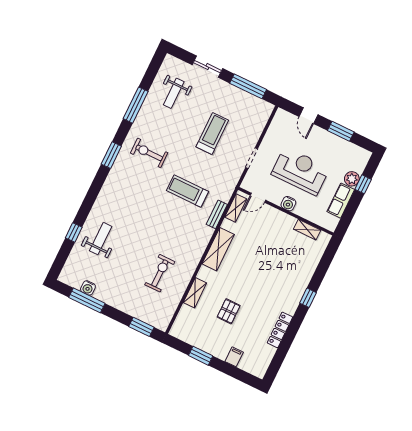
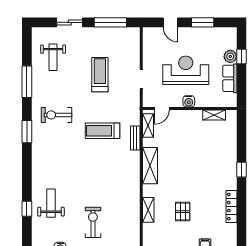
exercise bike: (160, 273) -> (93, 222), moved

